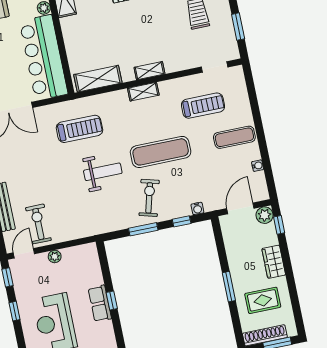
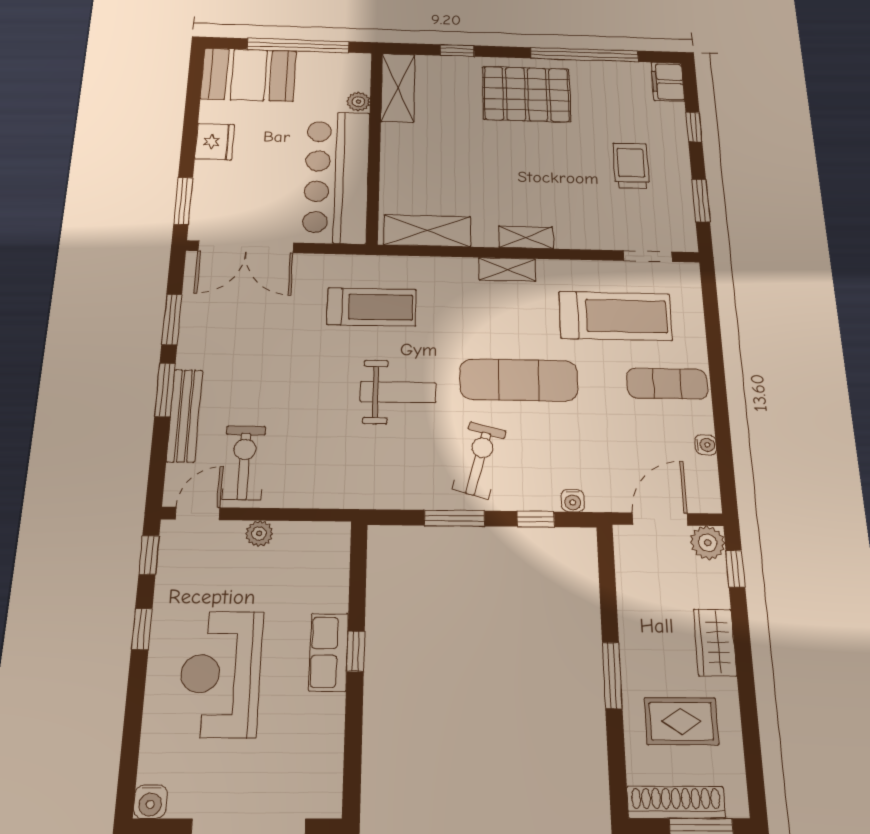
treadmill: (203, 106) -> (616, 316), width x1.37, depth x1.38

